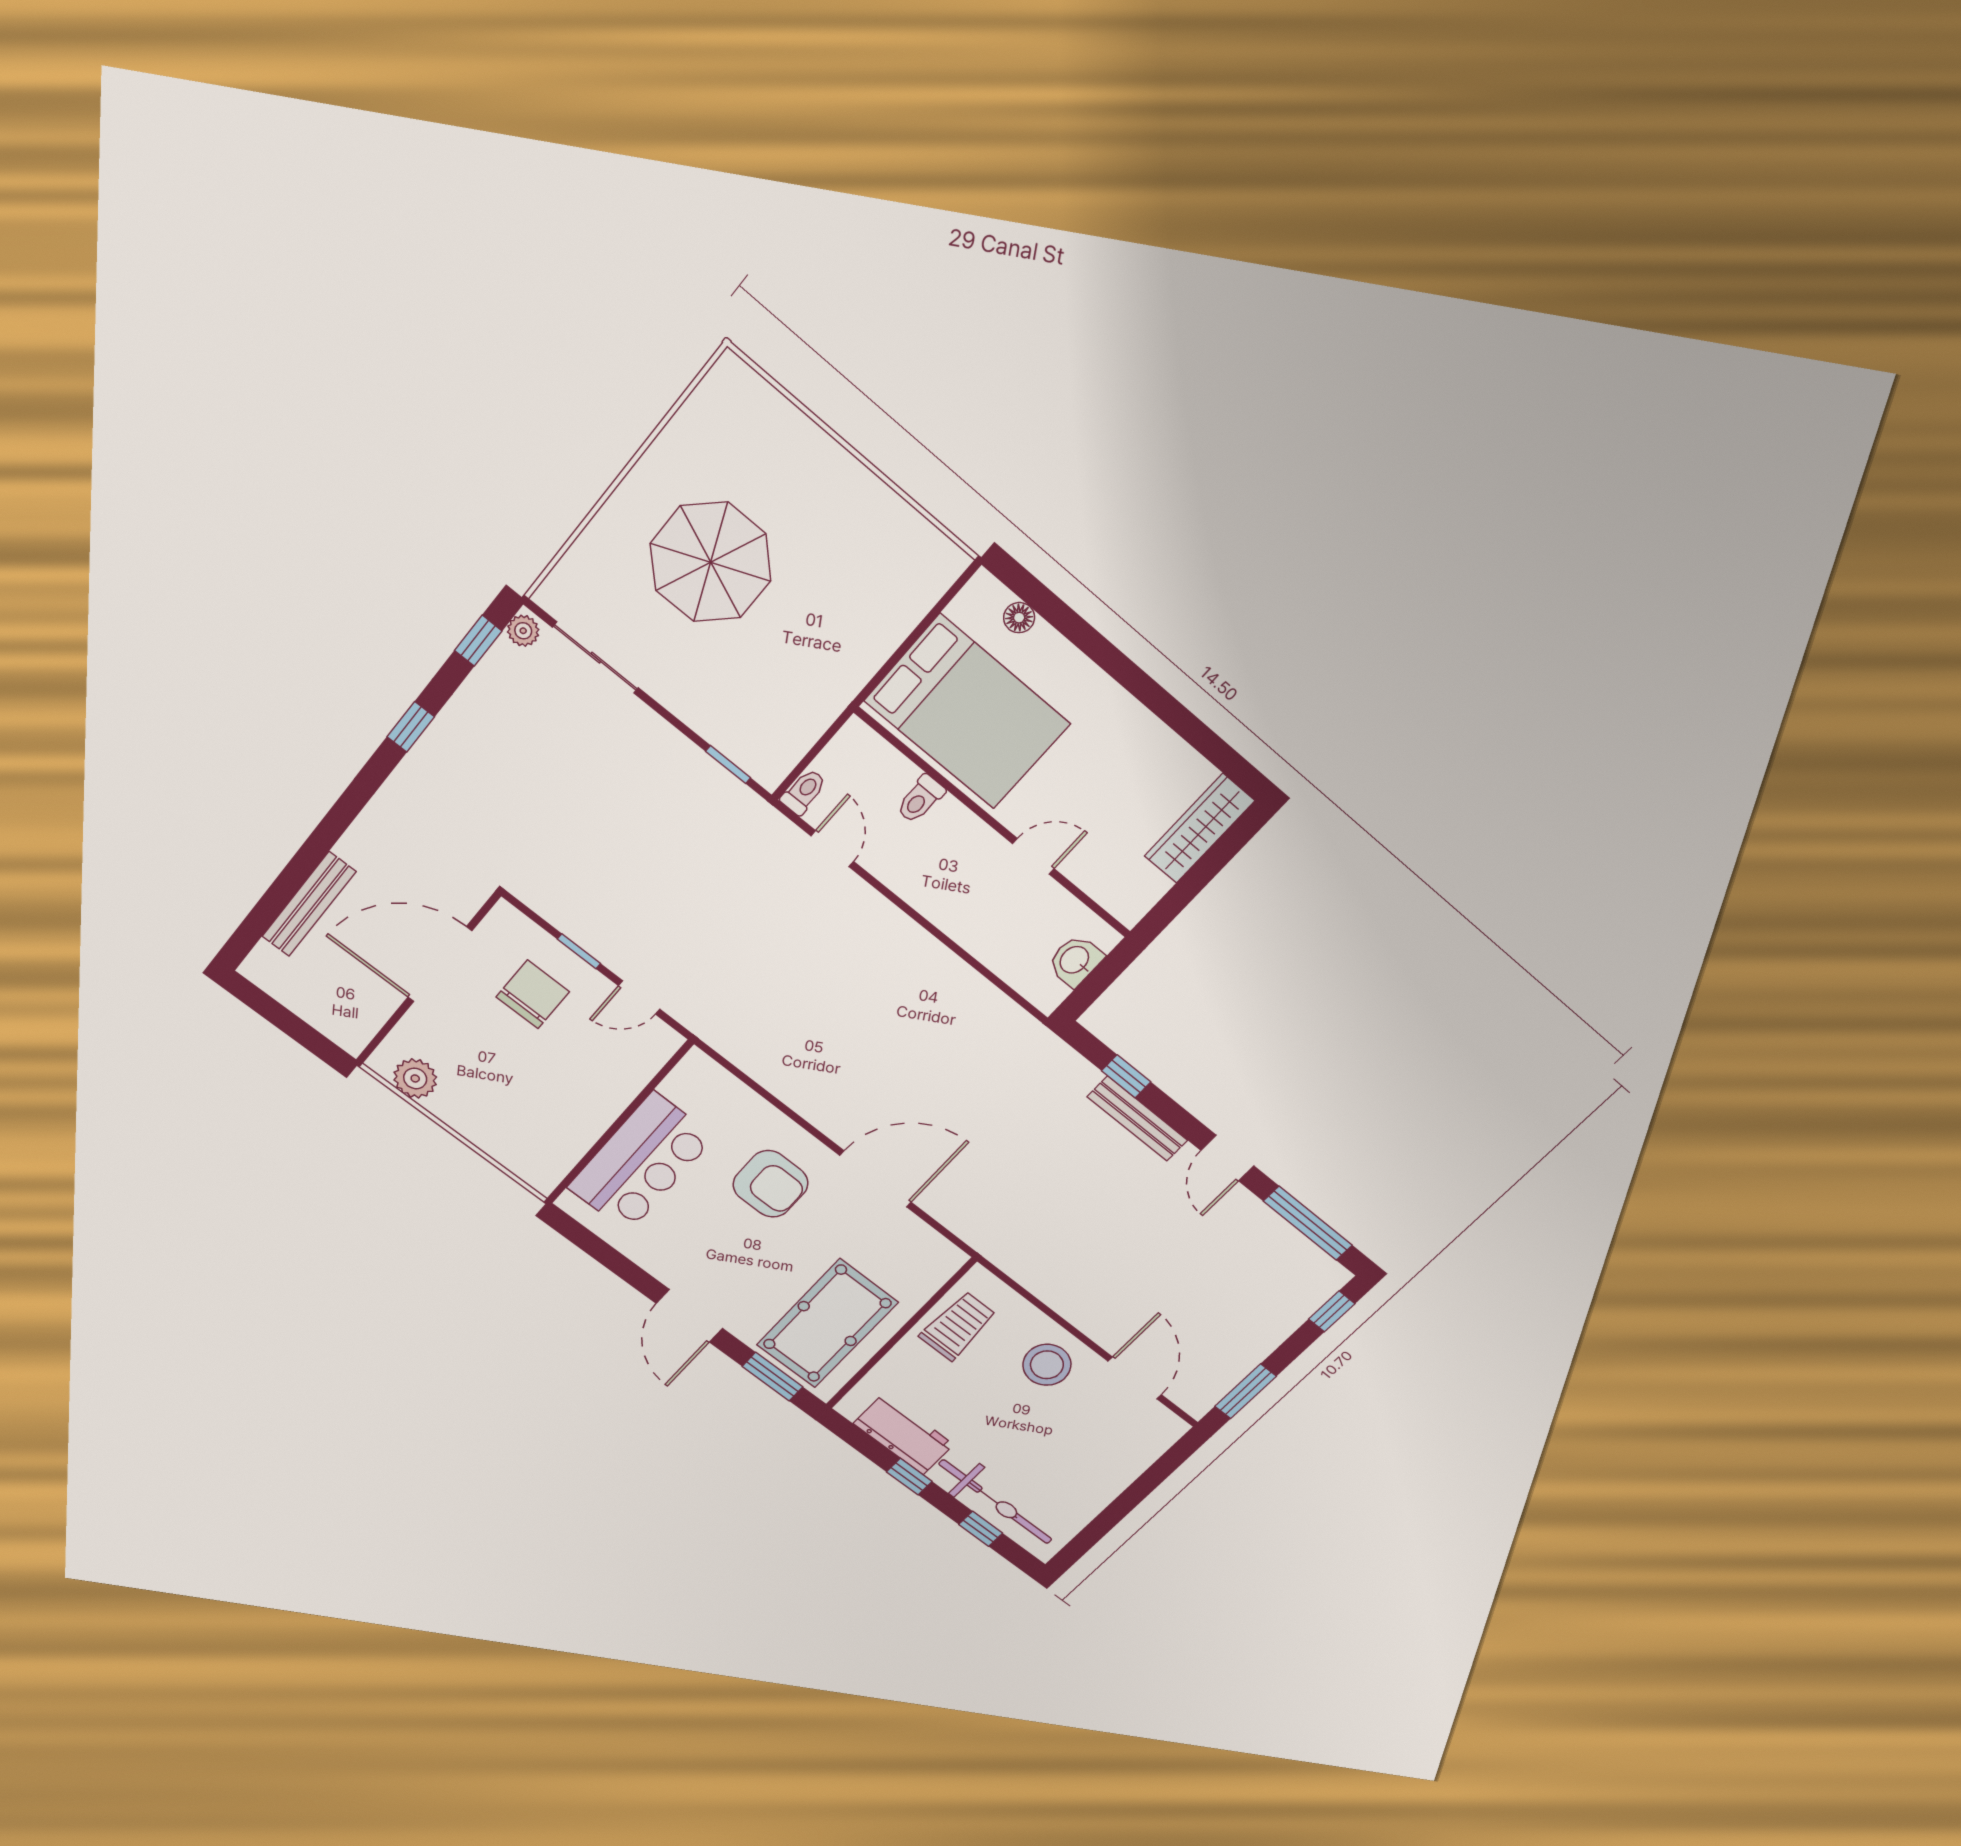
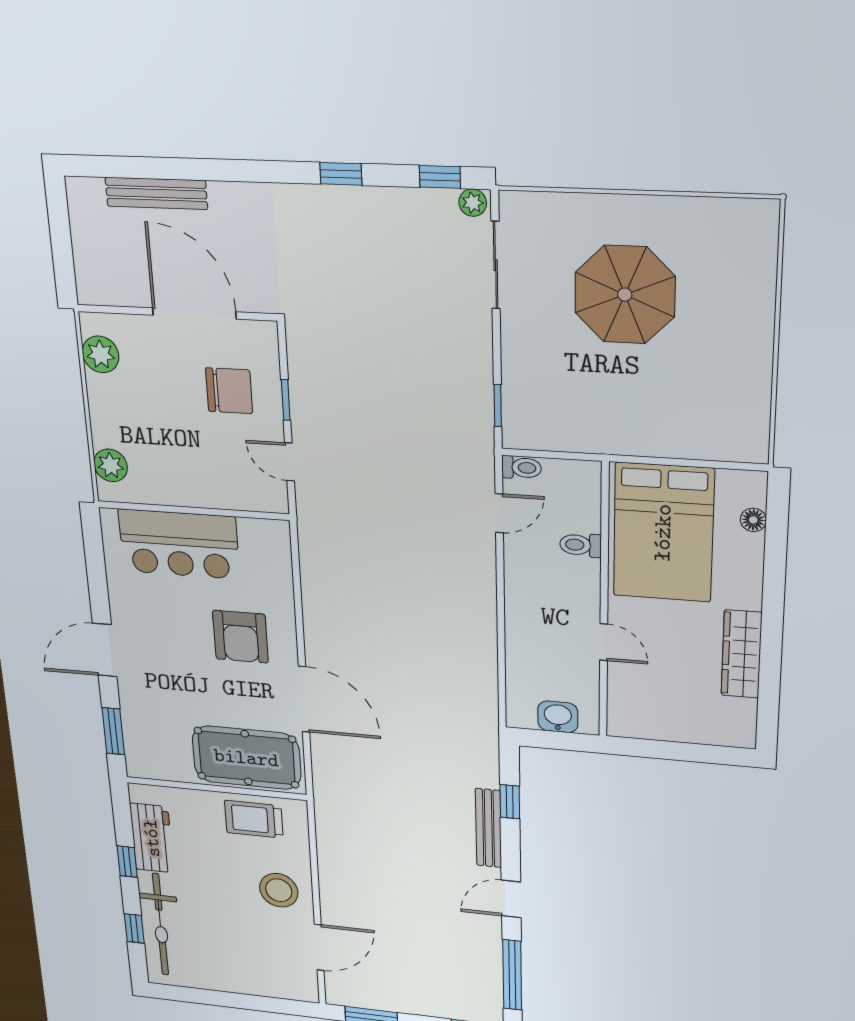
wardrobe: (1199, 828) -> (742, 654), moved, turned -90
plant: (522, 1159) -> (111, 465), added
pool table: (827, 1324) -> (246, 758), moved
trolley: (958, 1326) -> (254, 819), turned 180

